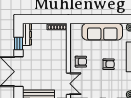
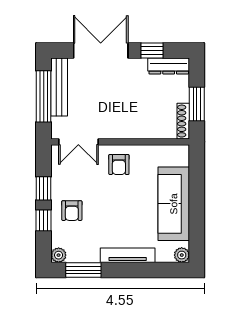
window: (48, 19) -> (197, 104), added
armchair: (109, 64) -> (72, 211), moved

